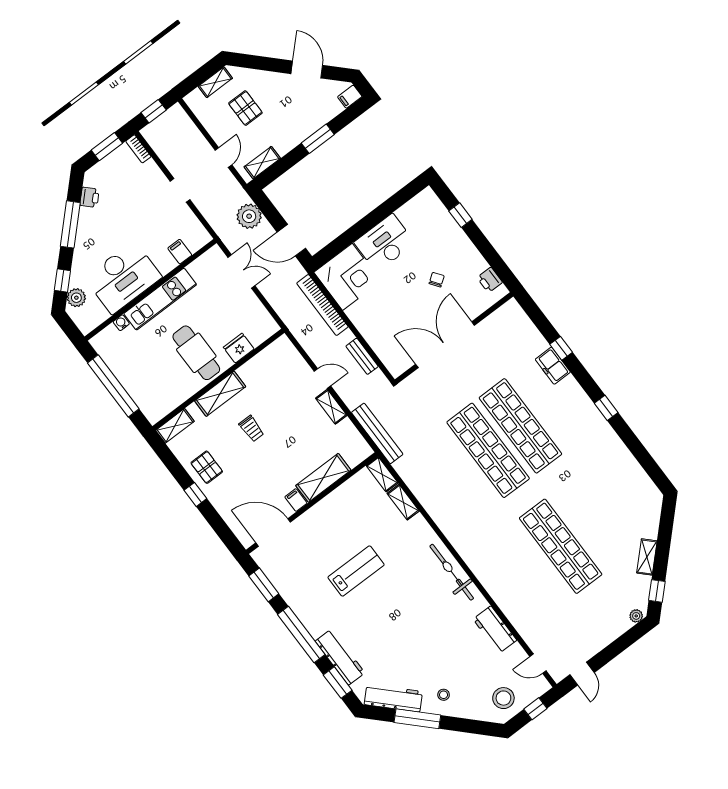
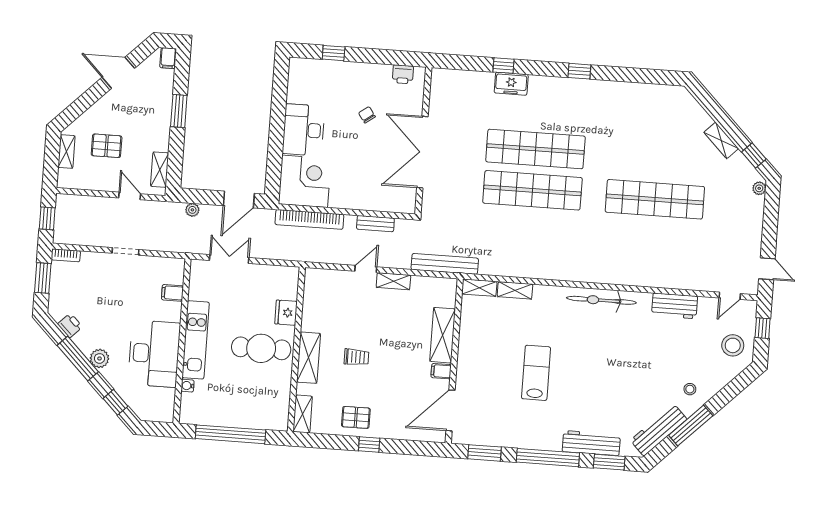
plant: (249, 216) -> (192, 210), width x0.53, depth x0.53
plant: (76, 298) -> (99, 358), moved

